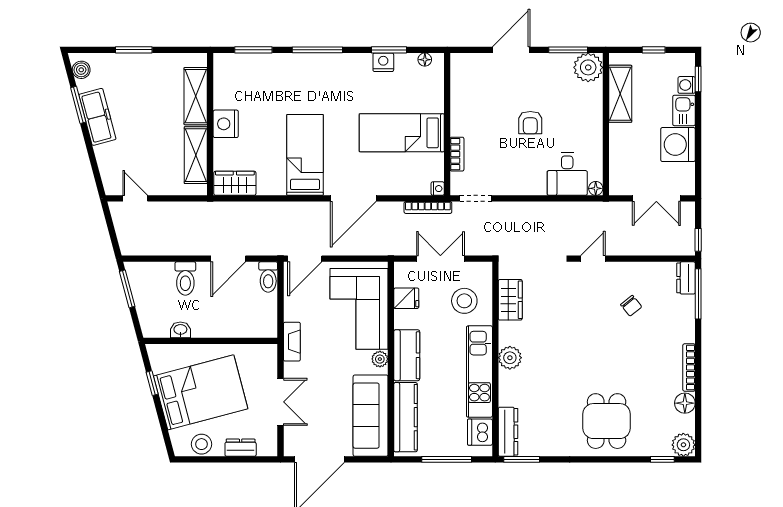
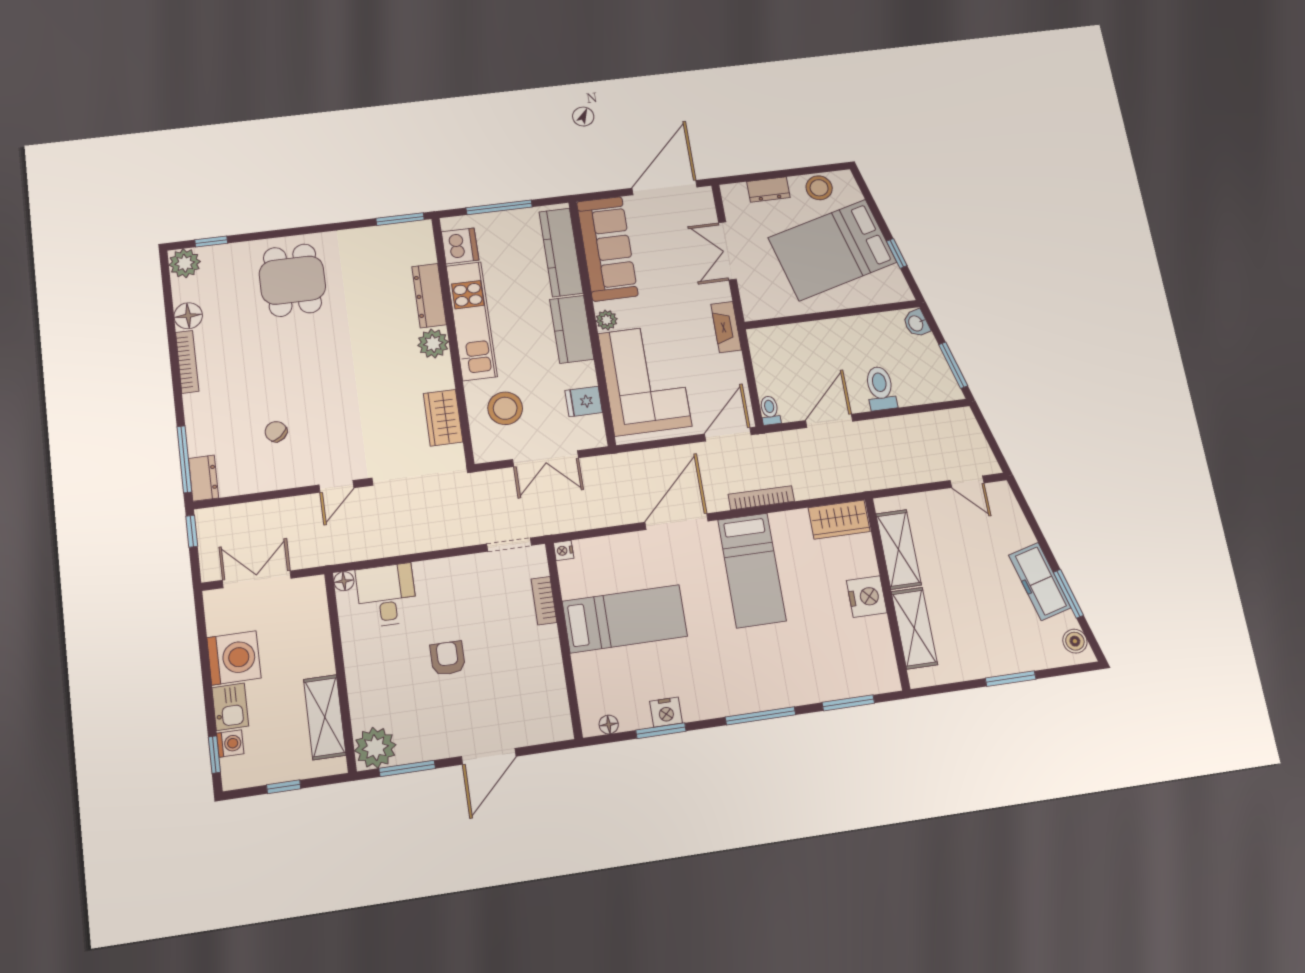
bookcase: (428, 208) -> (761, 498), moved
toilet: (268, 277) -> (770, 410), width x0.73, depth x0.72
washbasin: (180, 330) -> (916, 323), moved, turned 75
dresser: (508, 432) -> (429, 296), moved

